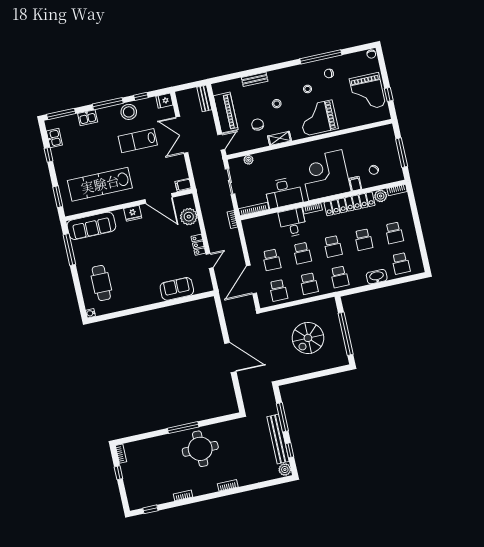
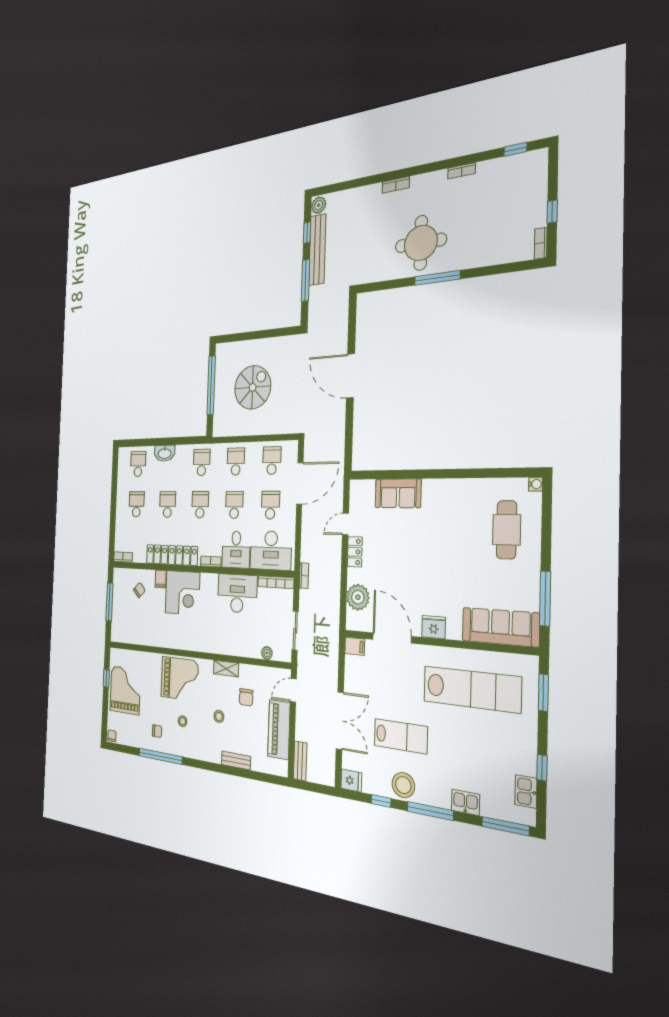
corner desk: (325, 175) -> (182, 593), width x0.74, depth x0.74
plant: (381, 196) -> (140, 555), removed
desk: (263, 229) -> (271, 550), added

